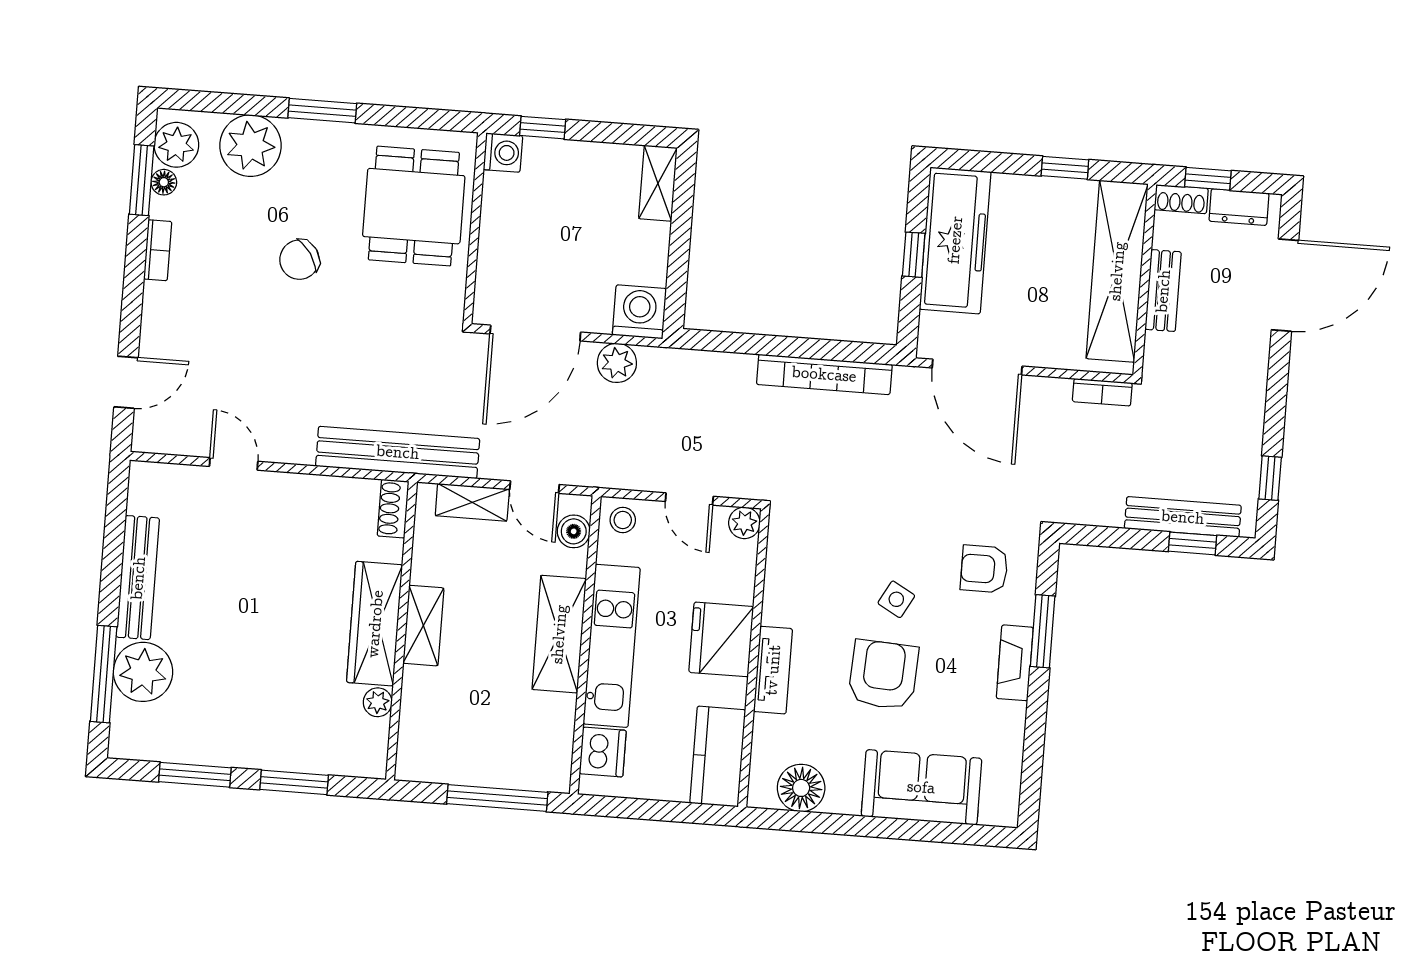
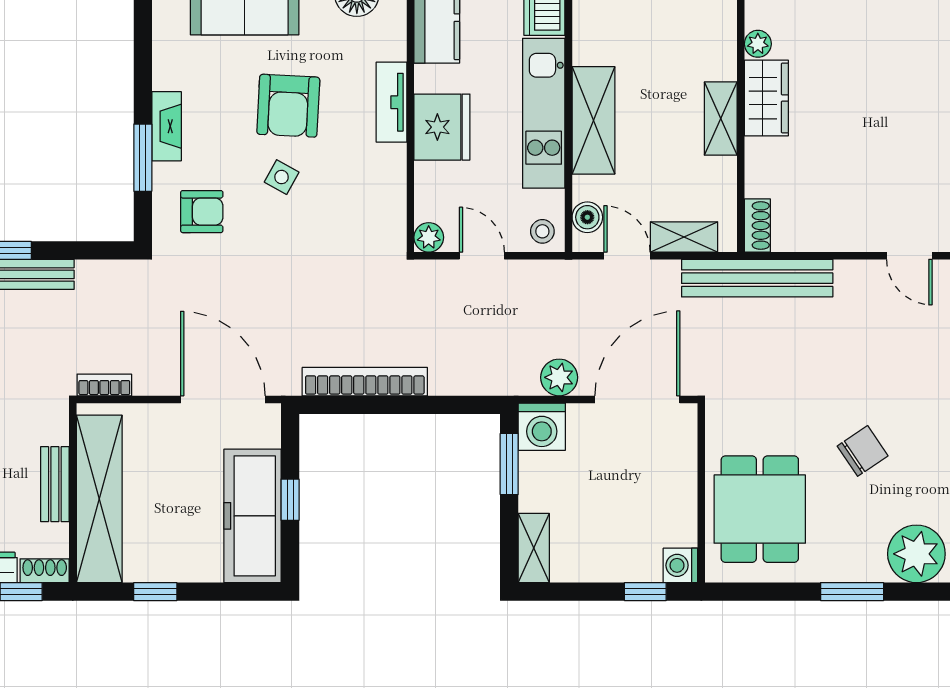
window: (677, 275) -> (509, 464), added
wardrobe: (375, 624) -> (766, 98), width x0.67

